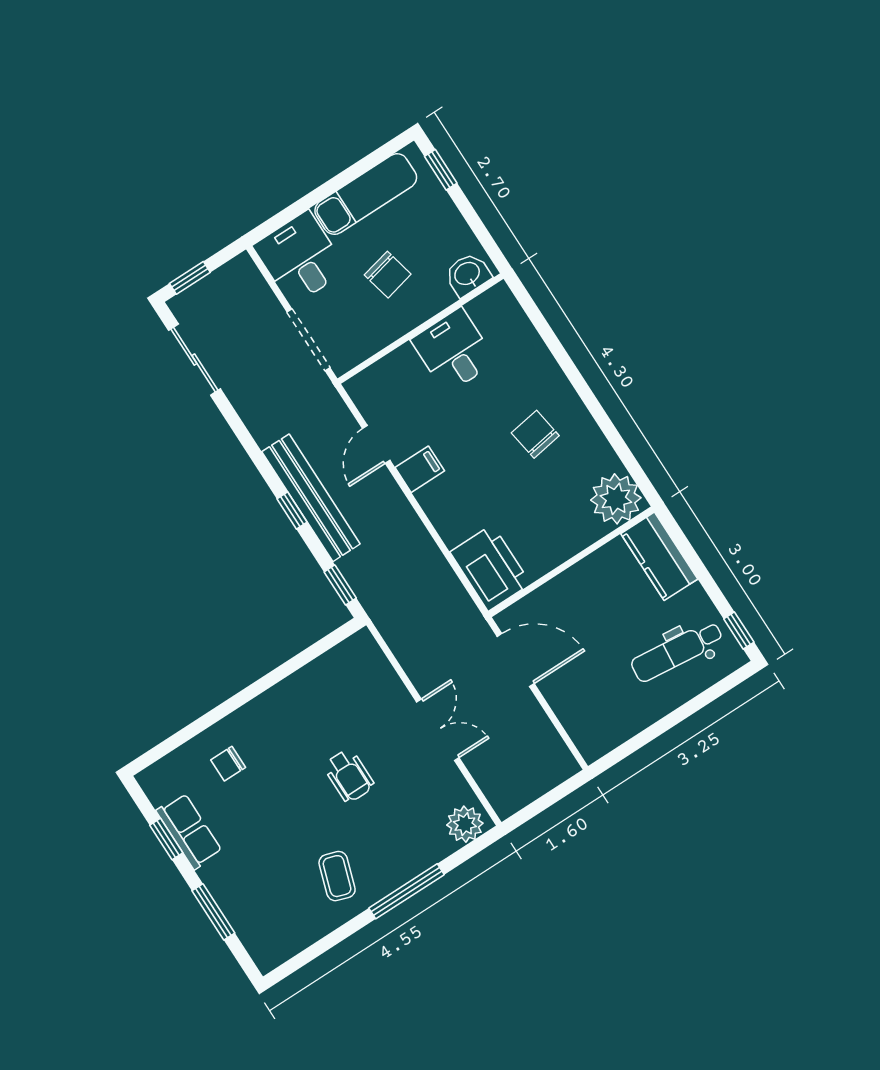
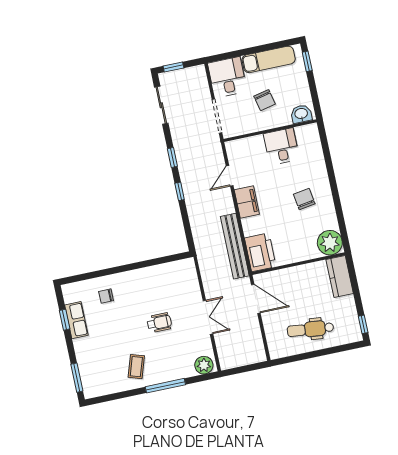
filing cabinet: (420, 469) -> (247, 202), width x2.00
bench: (311, 498) -> (235, 246), moved
window: (340, 585) -> (172, 158), moved
dental chair: (677, 651) -> (310, 329), moved
wheelchair: (349, 776) -> (159, 323), turned -90
window: (213, 912) -> (77, 378), moved

